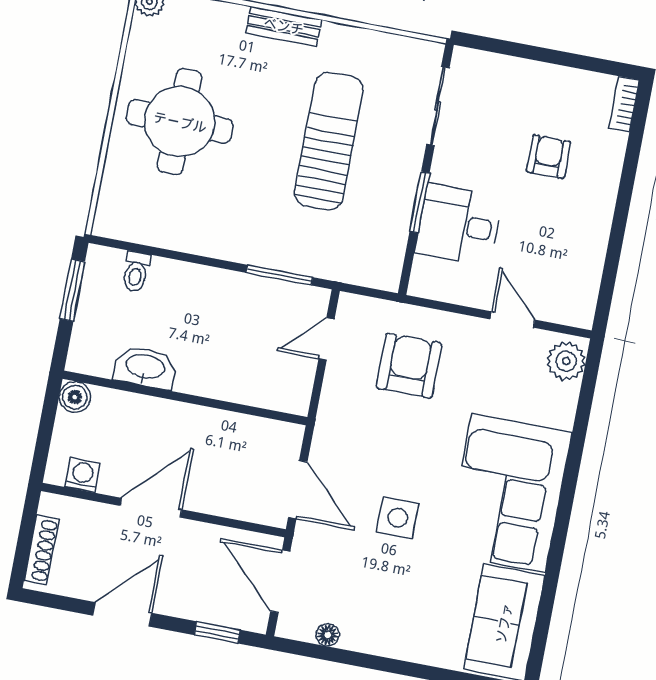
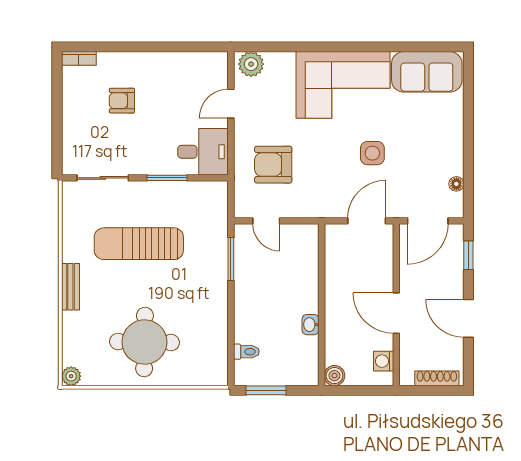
desk: (459, 225) -> (203, 152), moved, turned -90
washbasin: (145, 367) -> (310, 325), width x0.52, depth x0.69

